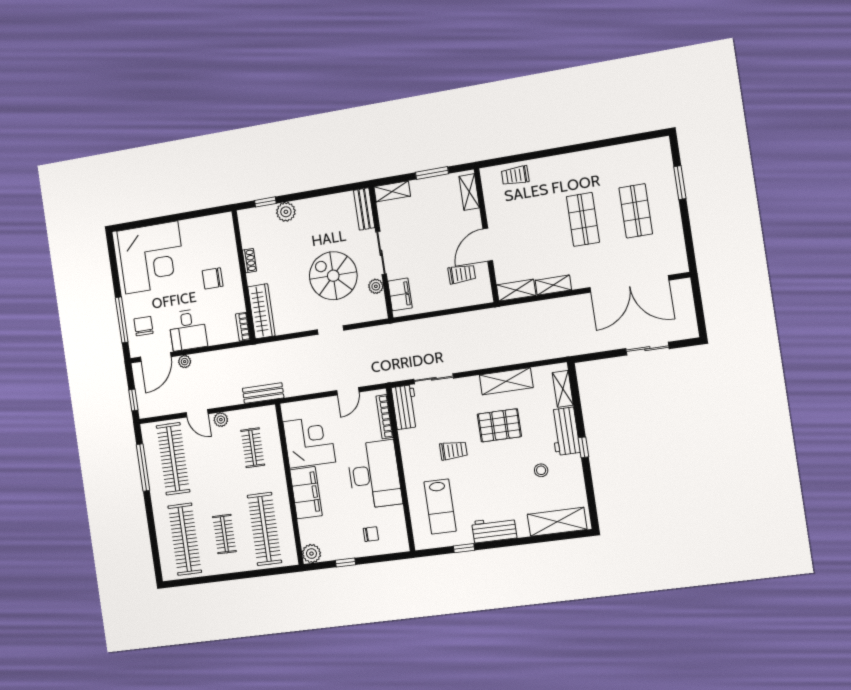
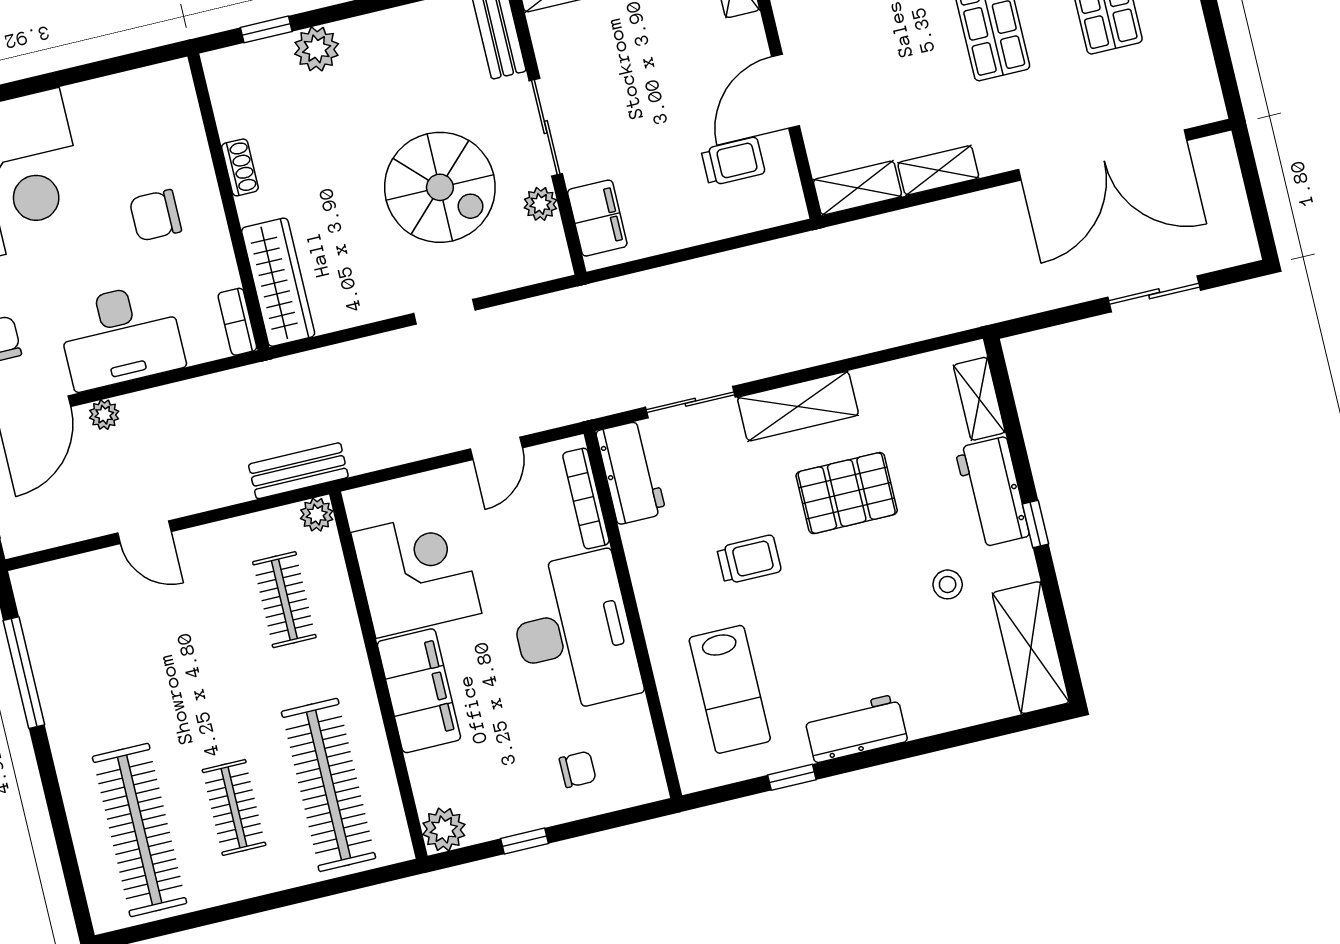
spiral stairs: (333, 276) -> (440, 187), turned 180
desk: (188, 330) -> (121, 336), width x1.37
shelving: (506, 381) -> (798, 406), moved
plant: (221, 420) -> (317, 515), moved
clothes rail: (173, 459) -> (95, 645), removed
shelving: (557, 522) -> (1031, 648), moved, turned 90

